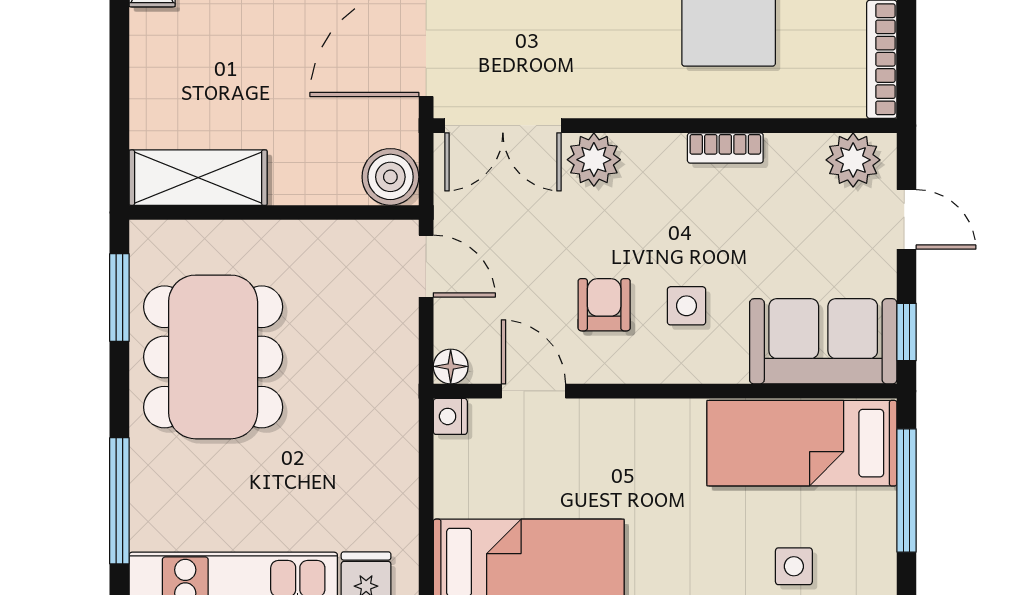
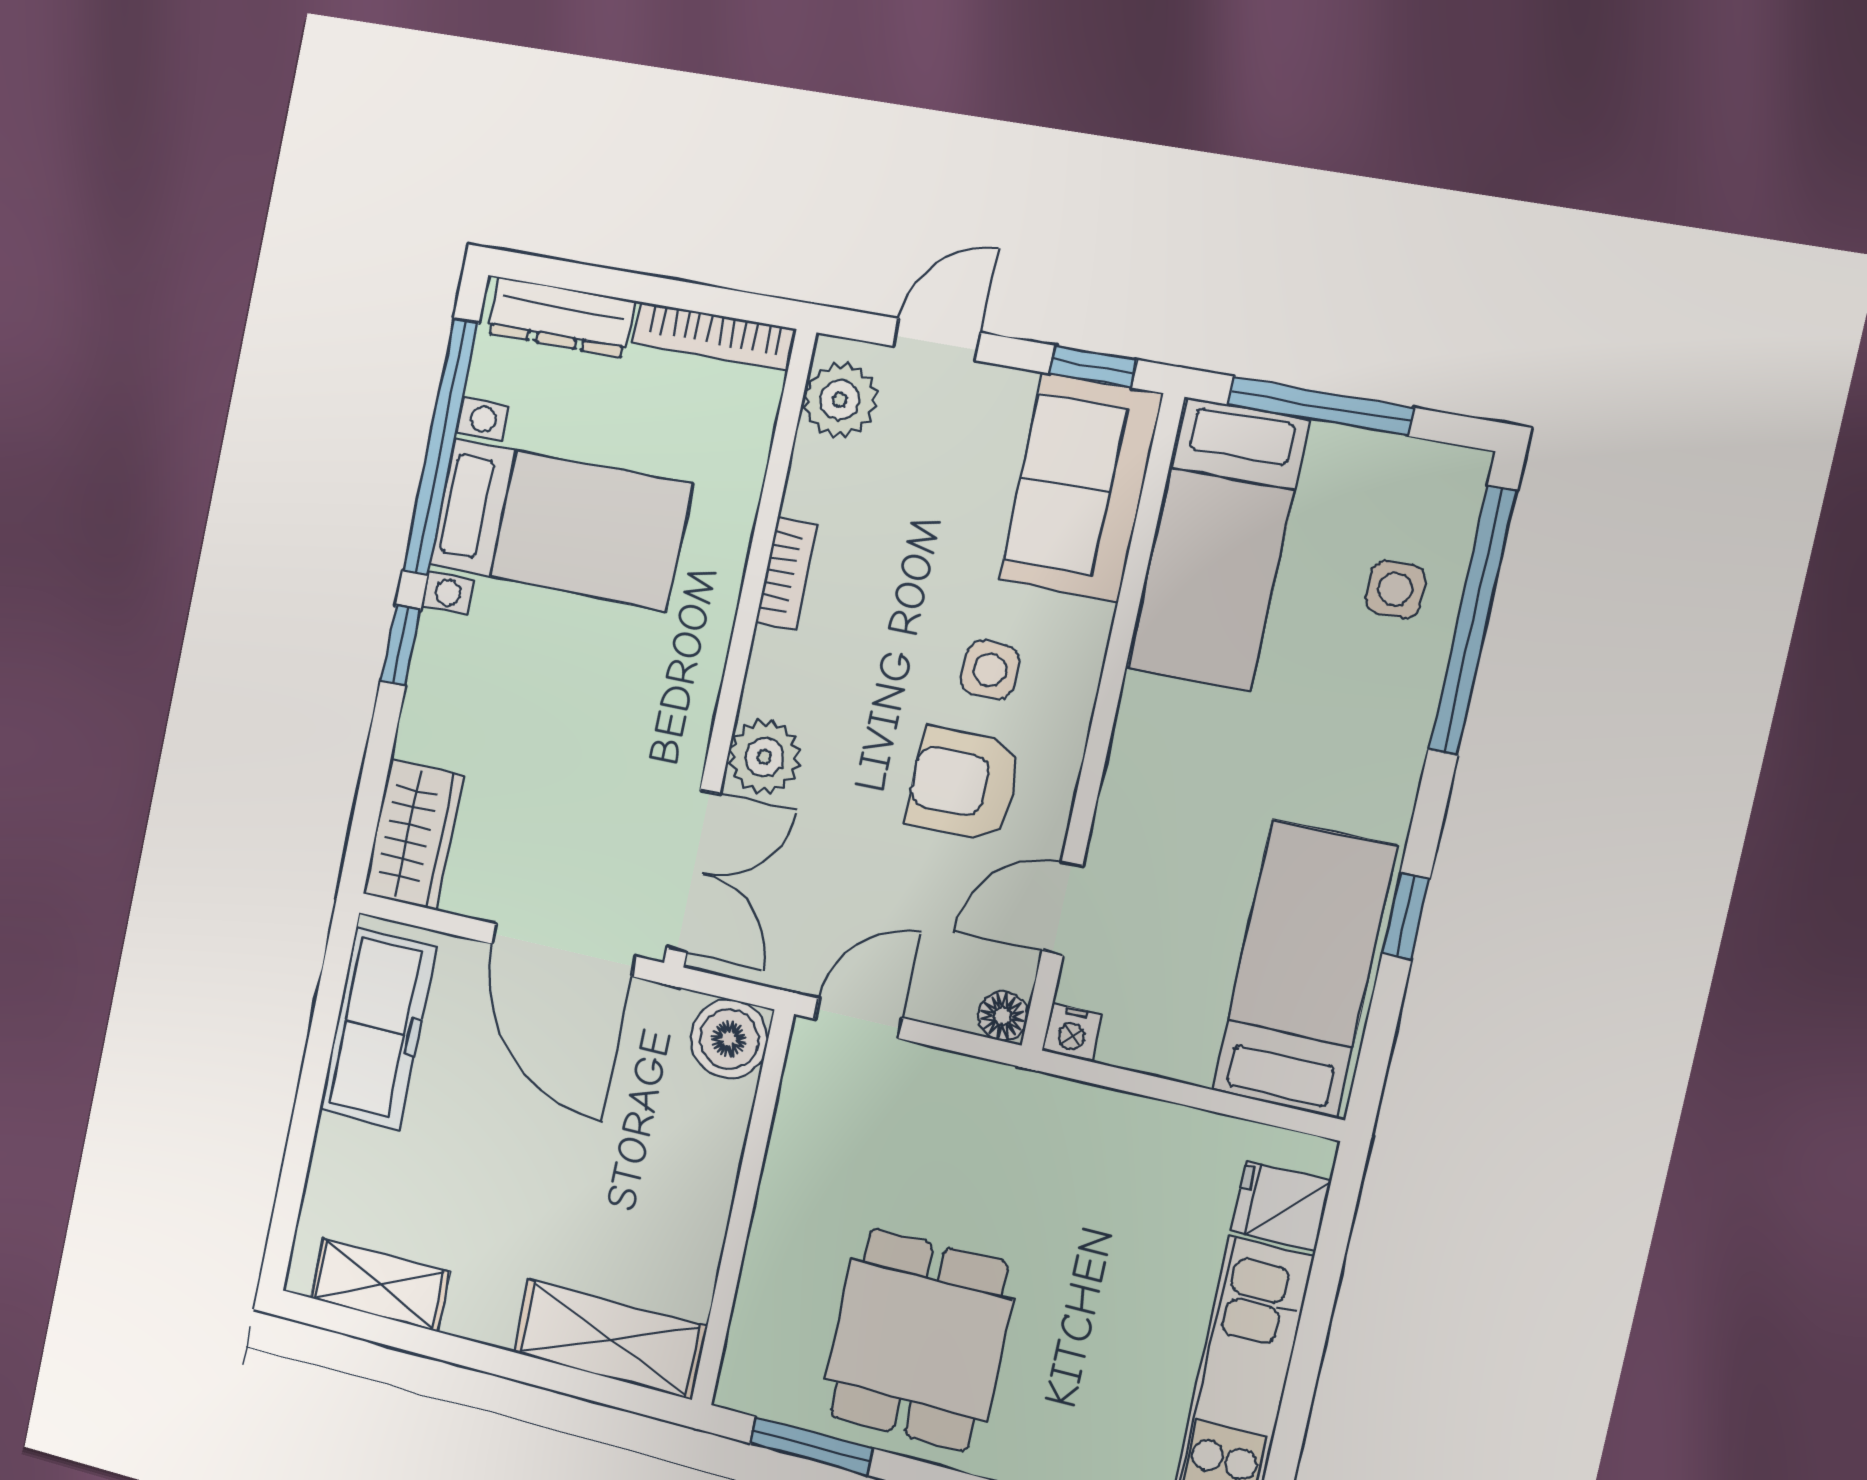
shelving: (198, 178) -> (610, 1339), moved, turned 90
armchair: (604, 305) -> (964, 784), width x1.38, depth x1.38
dining table: (213, 357) -> (919, 1340), width x0.73

